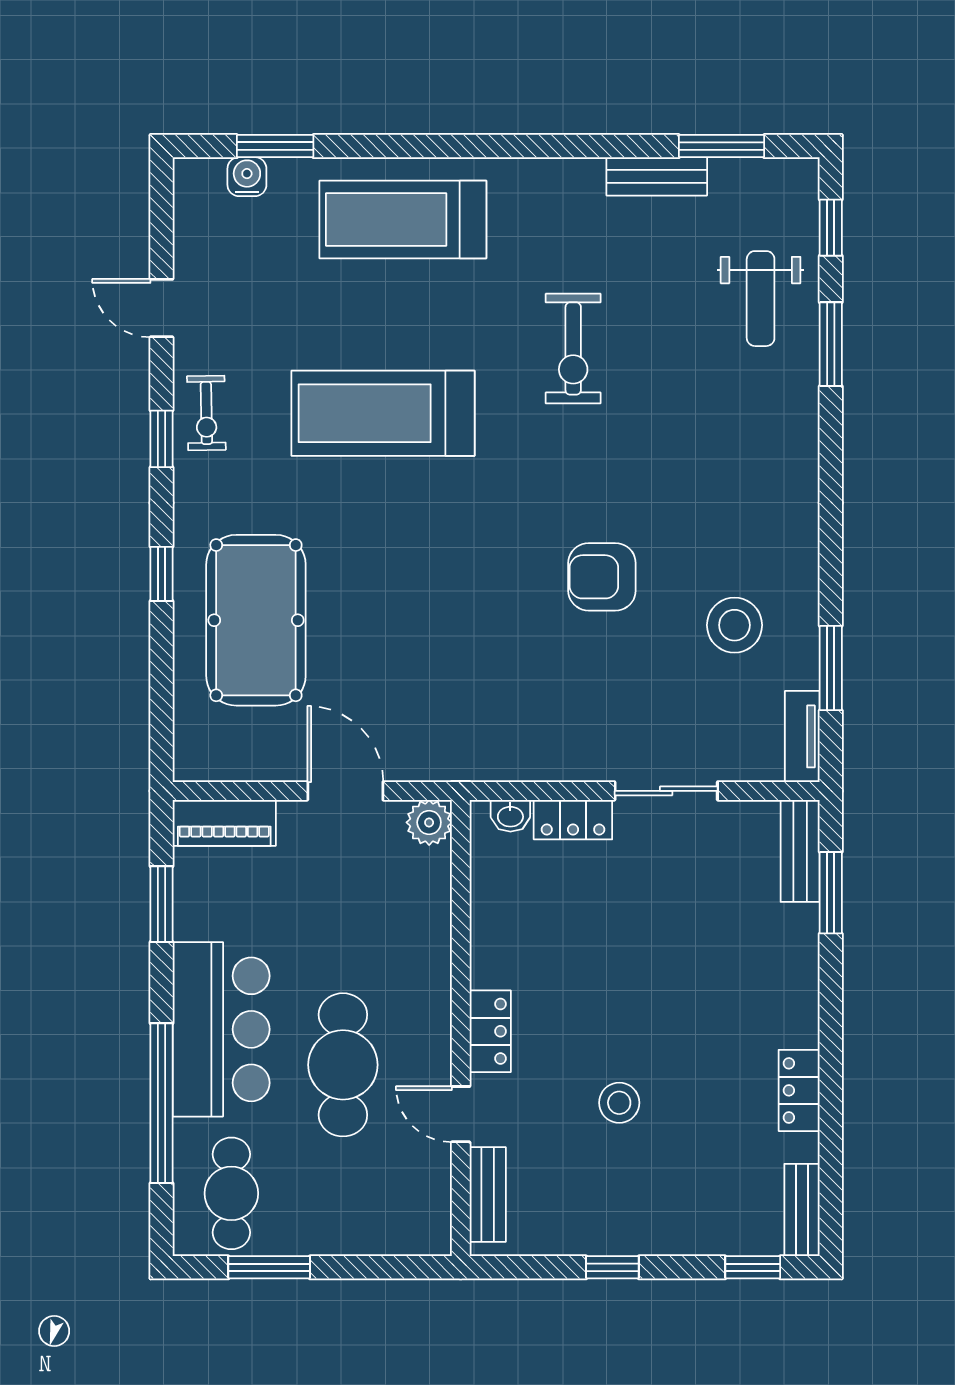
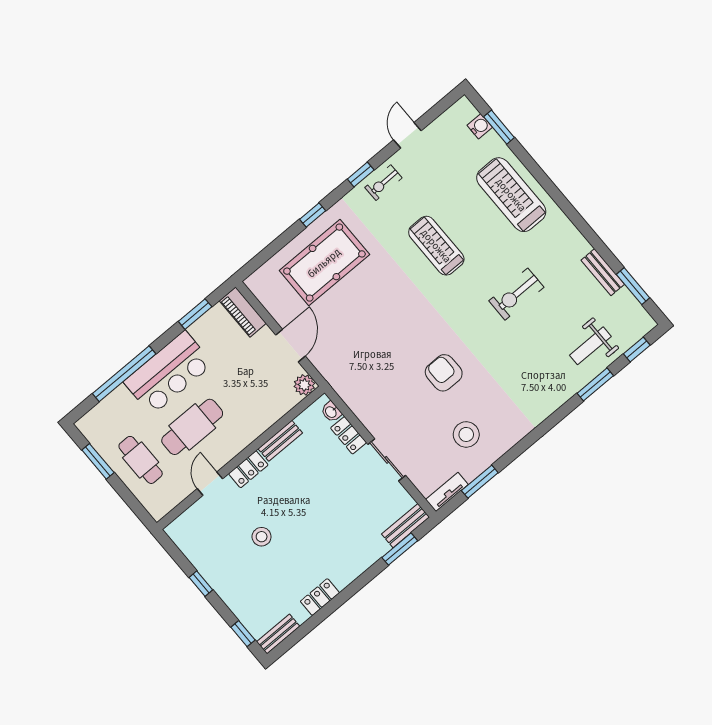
treadmill: (383, 413) -> (436, 246), width x0.73, depth x0.73
cafe table: (231, 1193) -> (141, 460), moved, turned 90
bench: (488, 1195) -> (280, 441), moved

